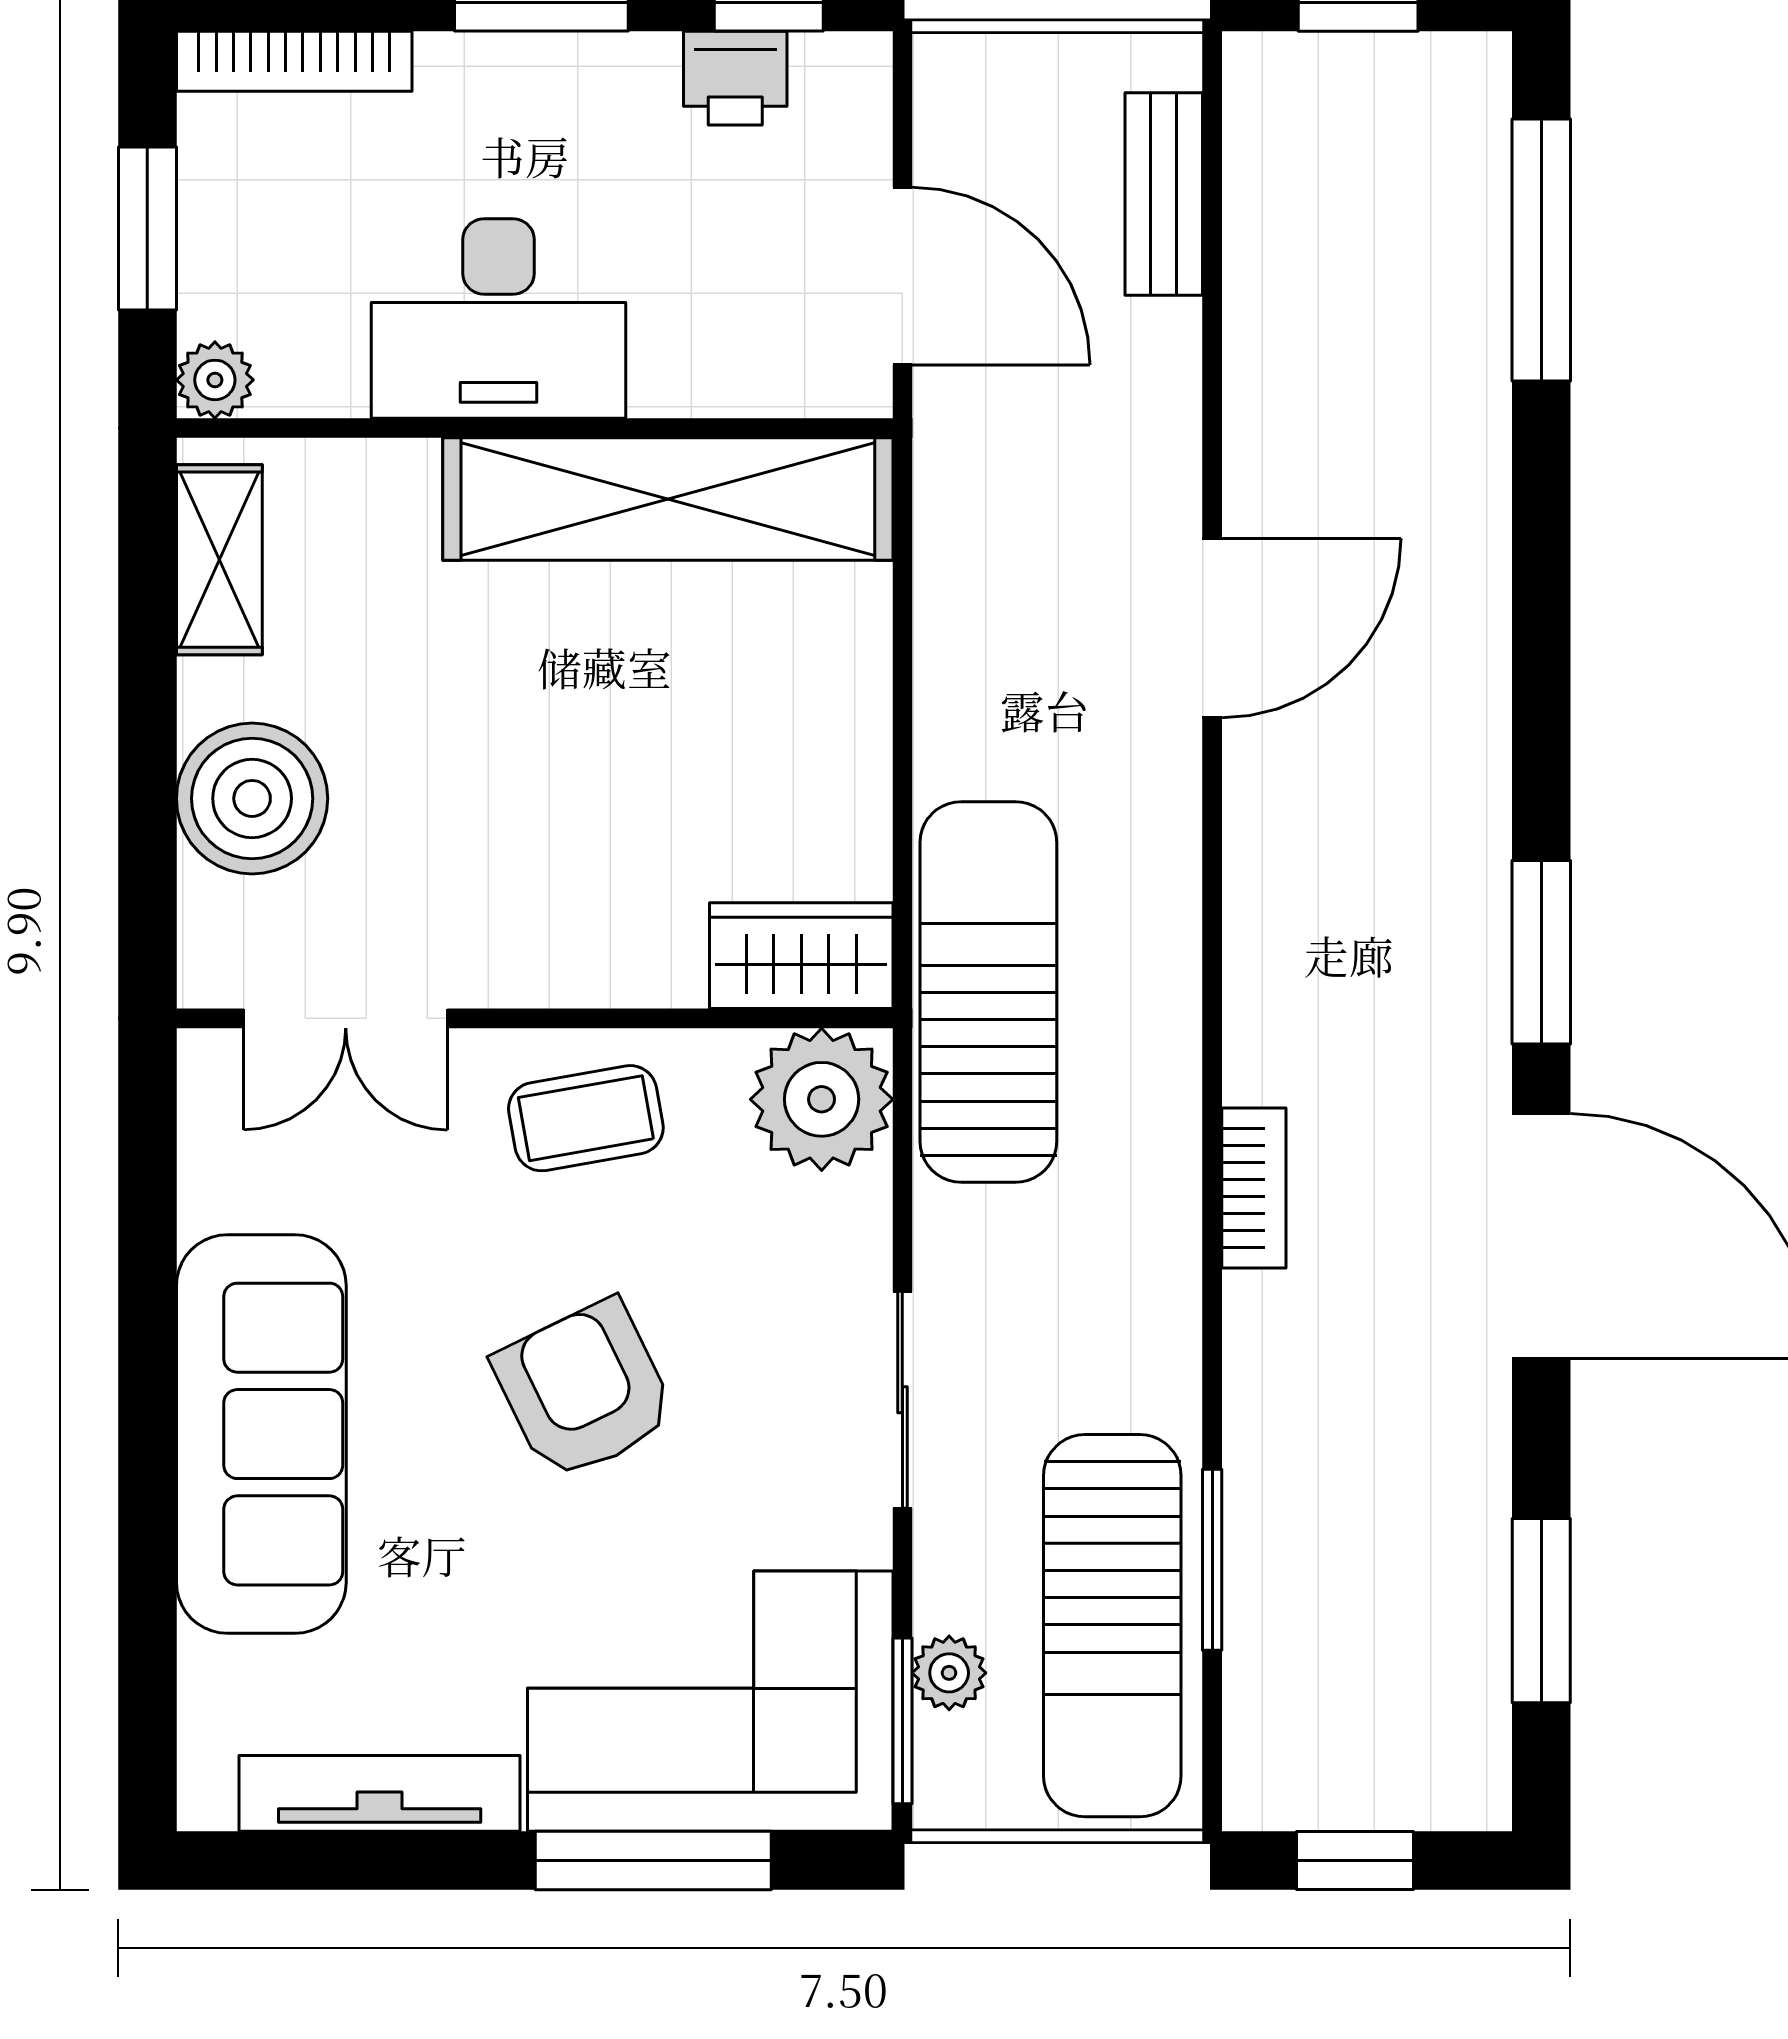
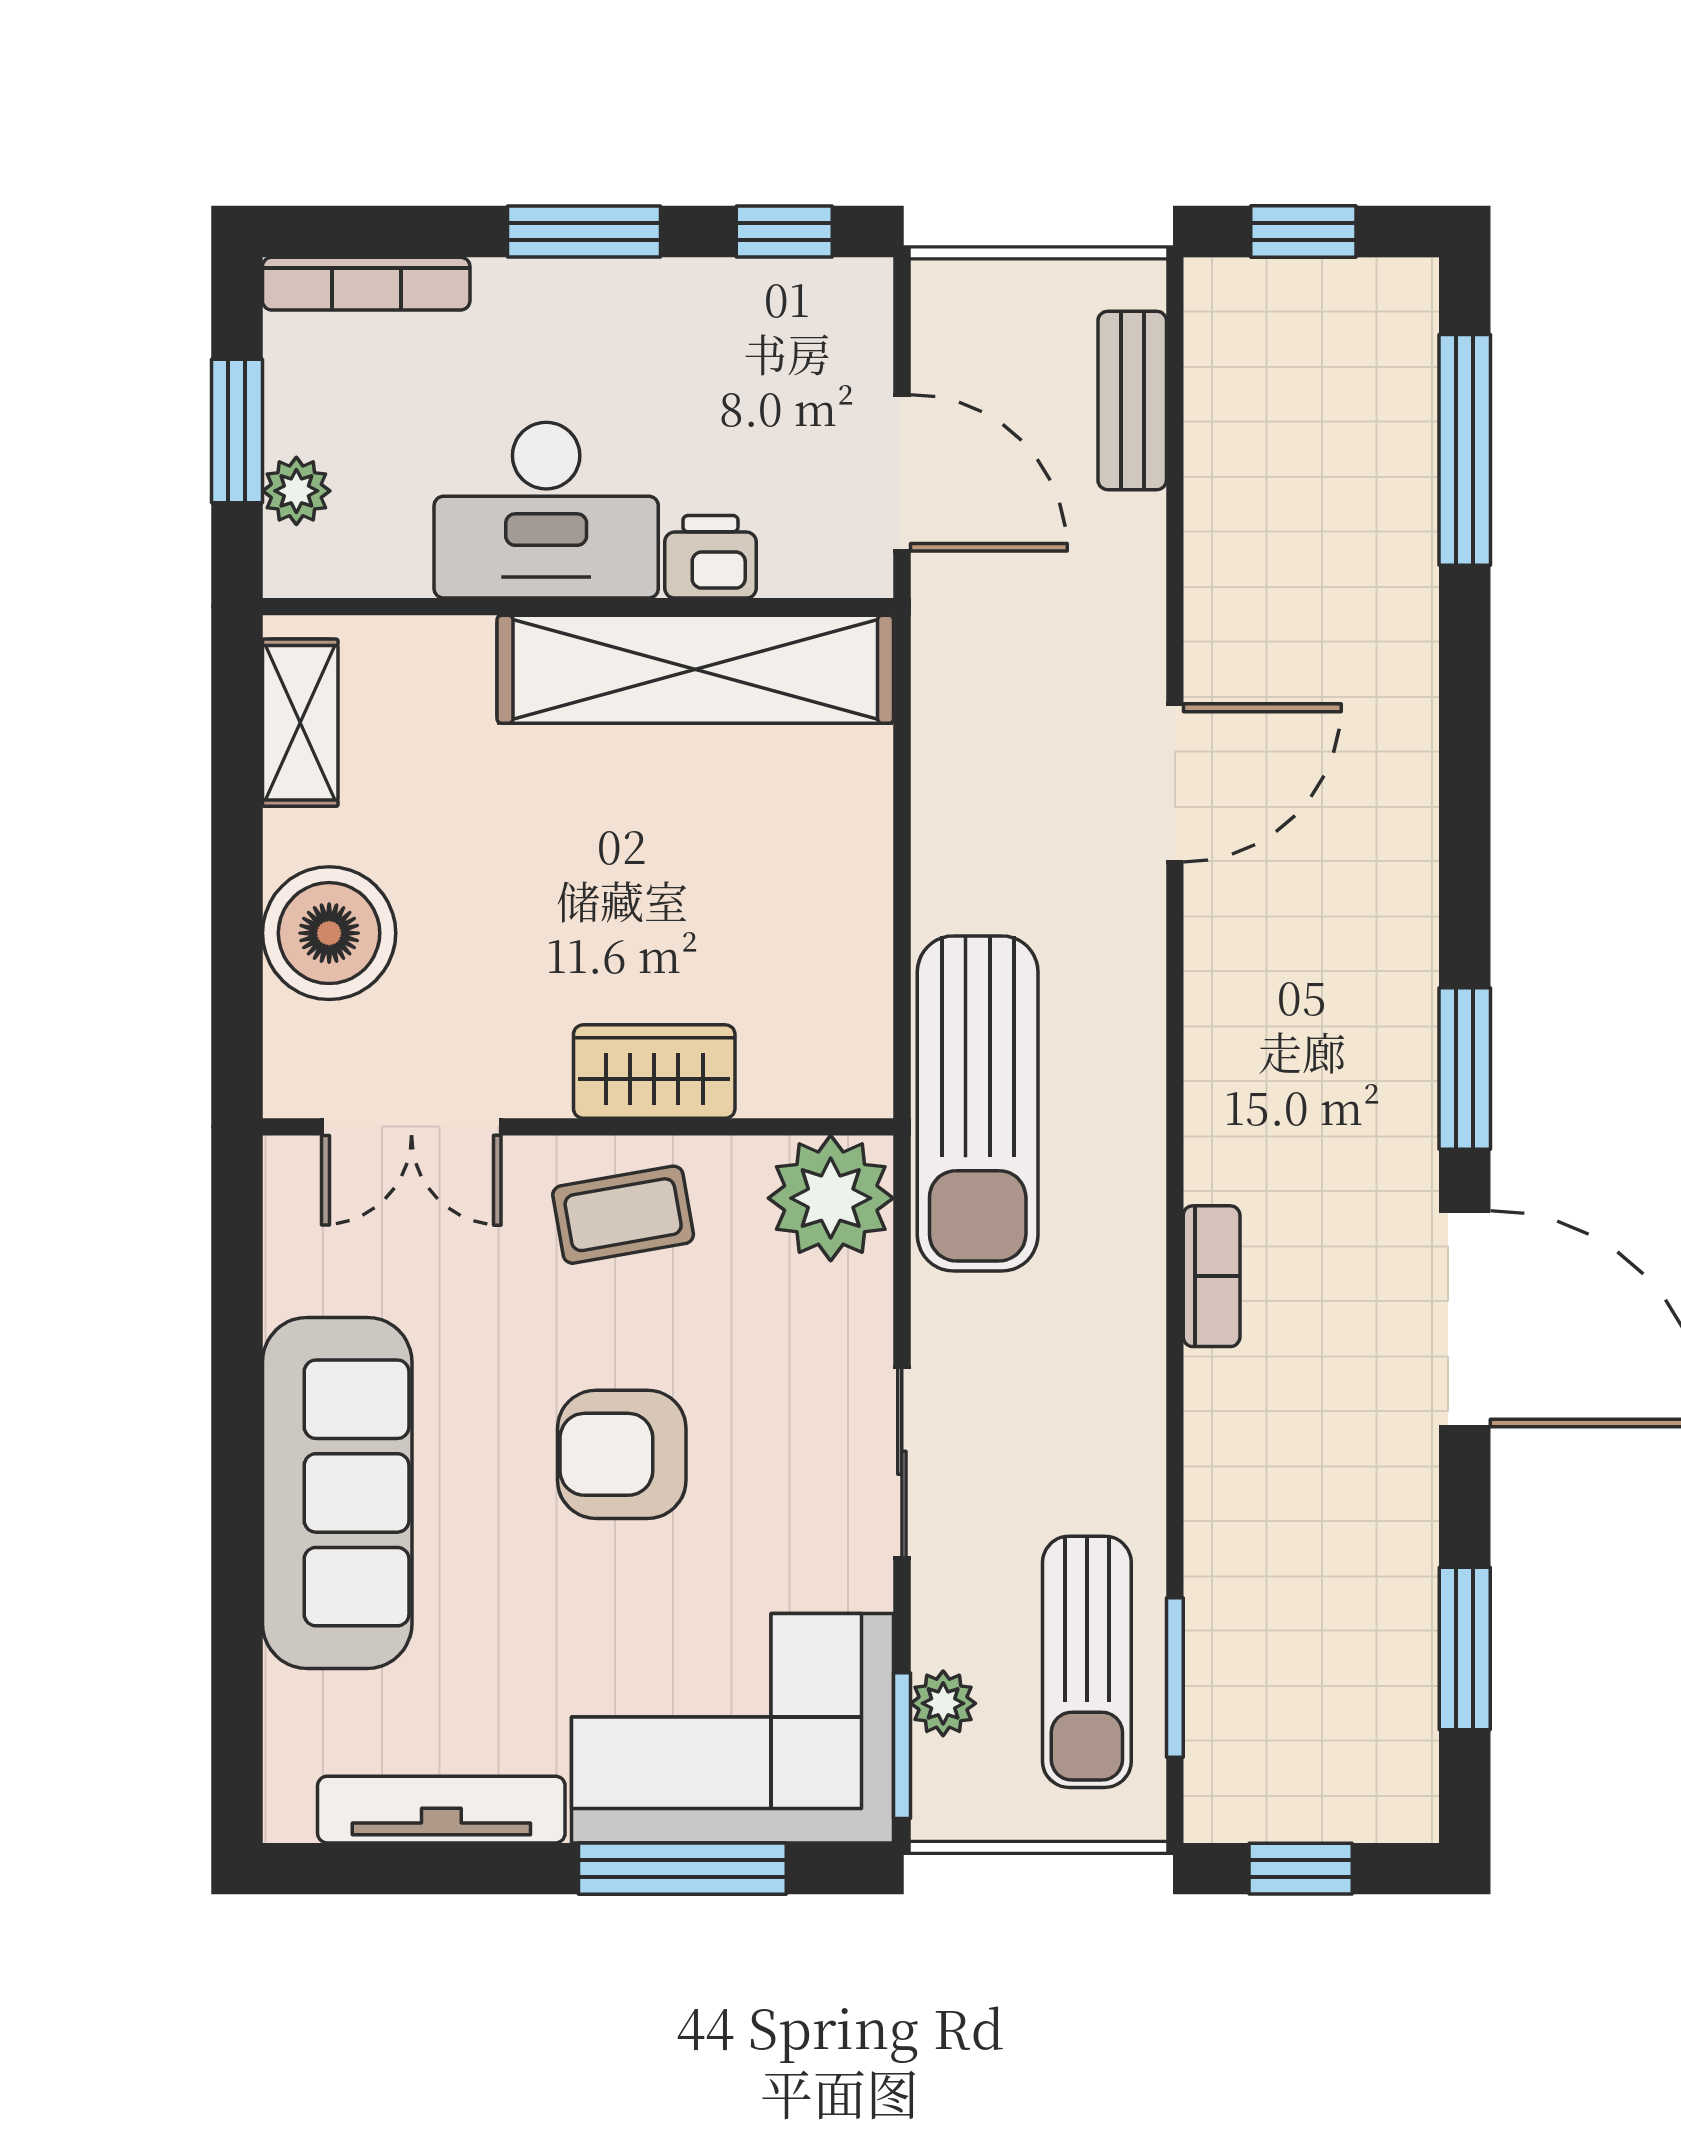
printer: (735, 78) -> (710, 557), moved, turned 180
plant: (215, 380) -> (296, 491), moved
wardrobe: (801, 956) -> (654, 1072), moved
sun lounger: (988, 992) -> (978, 1103), turned 180
armchair: (584, 1390) -> (622, 1454), turned -64
window: (1212, 1560) -> (1175, 1677), moved
sun lounger: (1112, 1626) -> (1087, 1662), width x0.73, depth x0.75

